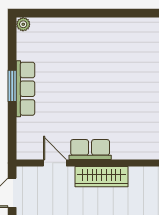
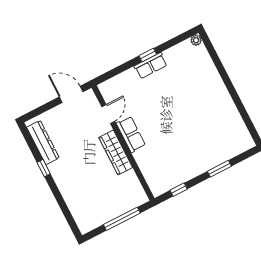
window: (12, 86) -> (148, 55), width x0.67
row of seats: (26, 89) -> (151, 66), width x0.68

